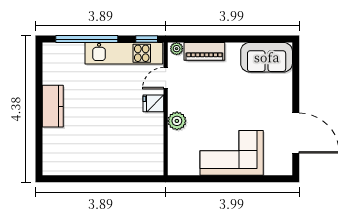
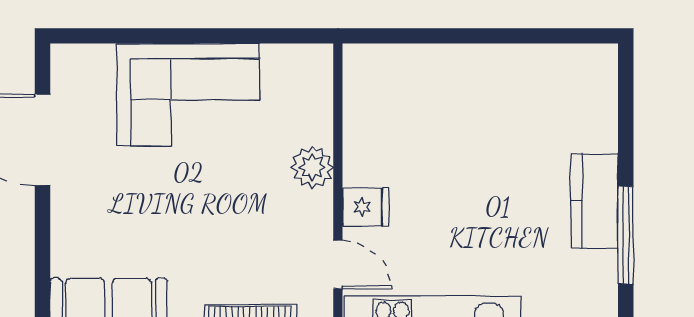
door: (166, 78) -> (338, 264), hinge flipped
window: (39, 91) -> (626, 235), added

